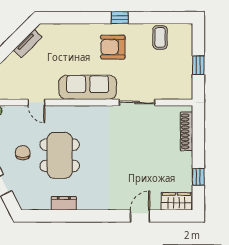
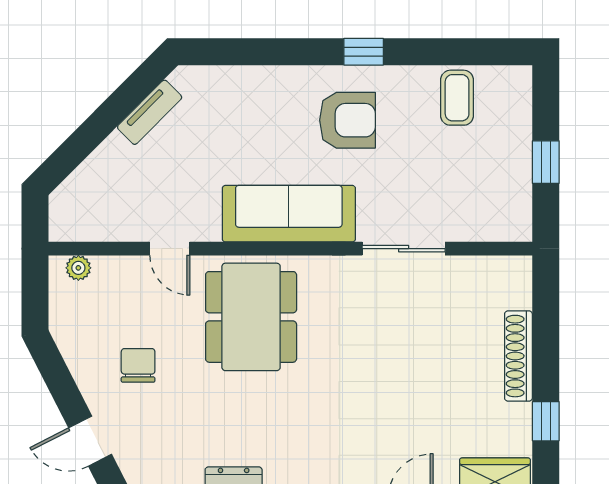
armchair: (113, 47) -> (347, 120), turned 180
shoe rack: (187, 131) -> (518, 356), moved
dining table: (60, 155) -> (251, 317), moved

